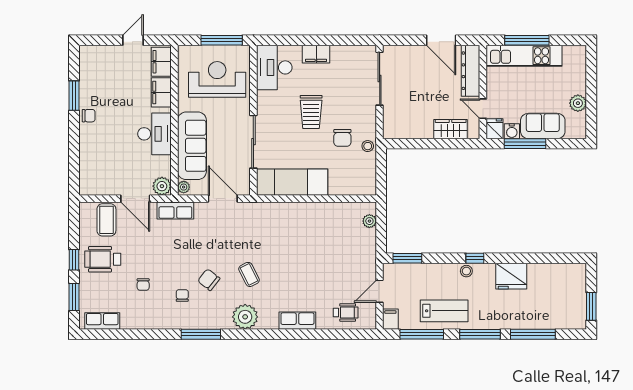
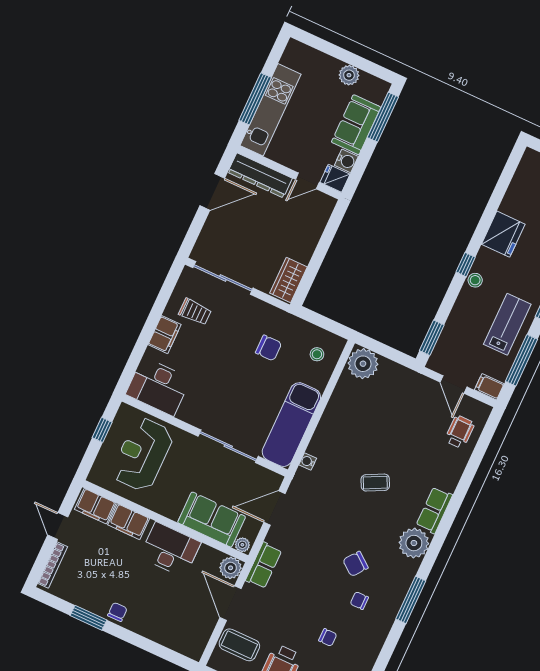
window: (222, 40) -> (102, 430), width x0.46
bookcase: (102, 50) -> (53, 565), added
trolley: (311, 112) -> (195, 312), moved, width x0.73, depth x0.72
wardrobe: (451, 129) -> (288, 280), moved
window: (525, 144) -> (383, 117), moved
sofa: (192, 146) -> (212, 520), width x0.73
stool: (368, 146) -> (317, 354), moved
door: (135, 199) -> (231, 603), swing flipped
water cooler: (270, 207) -> (308, 461), added
plant: (369, 221) -> (363, 364), width x1.87, depth x1.87
coffee table: (249, 274) -> (375, 483), moved
row of seats: (297, 321) -> (434, 510), moved

